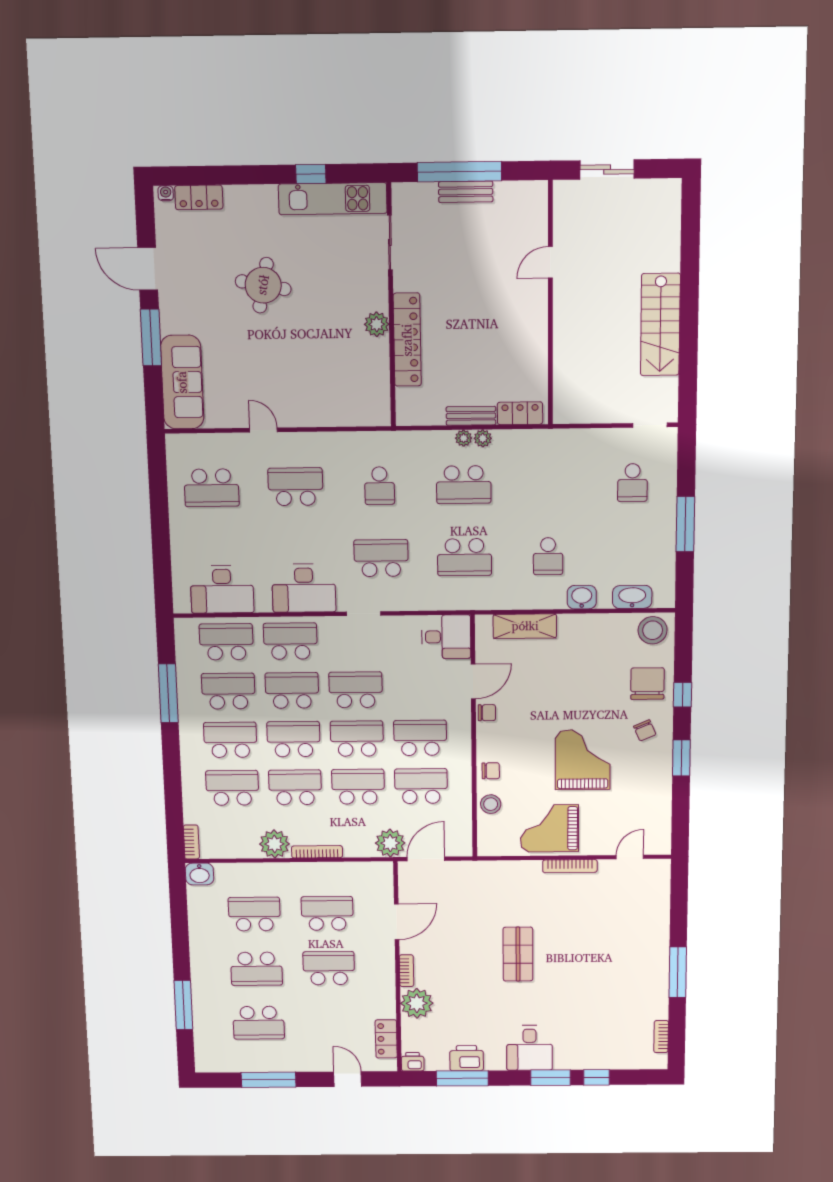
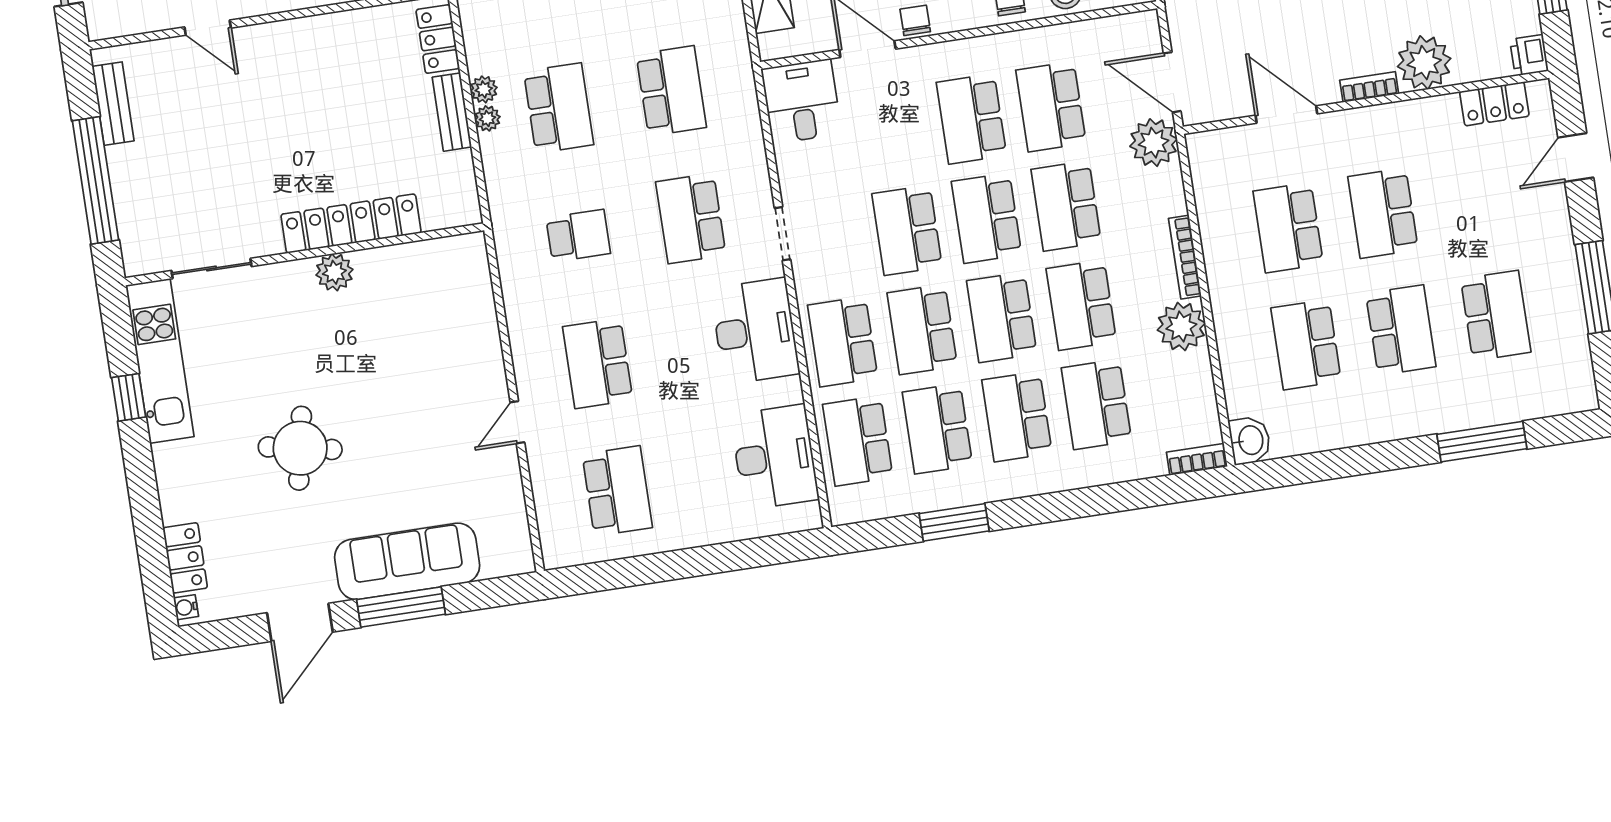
bench: (466, 192) -> (113, 104), moved
sofa: (182, 382) -> (407, 561), moved
window: (168, 693) -> (954, 522), width x0.69

